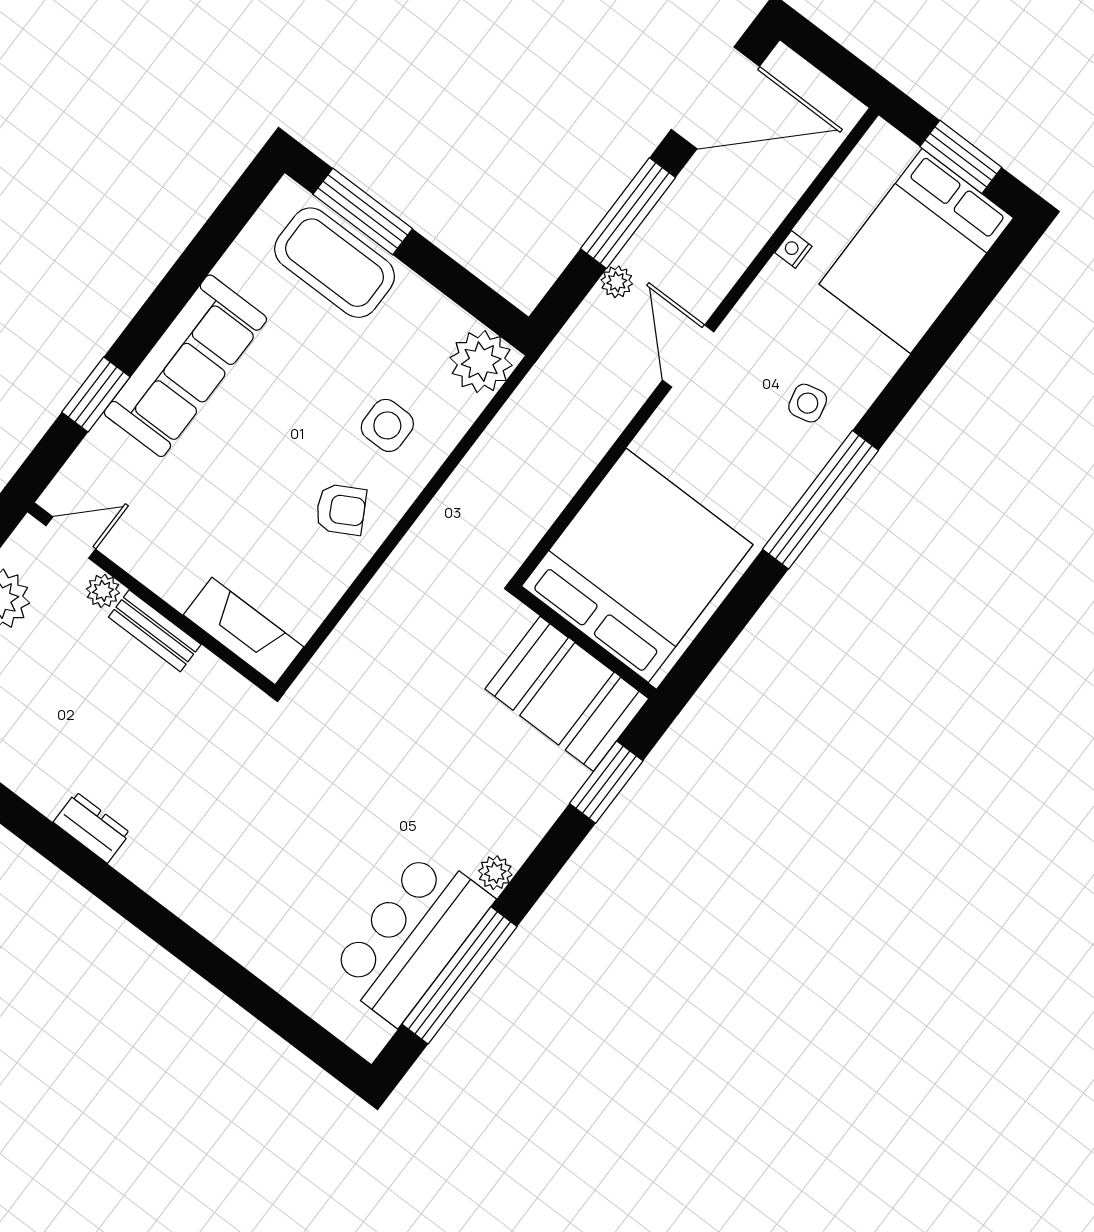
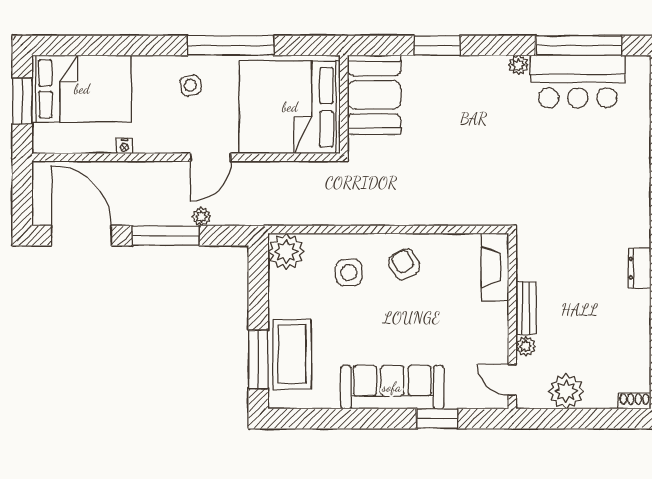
bed: (637, 565) -> (290, 107), moved
wall: (585, 642) -> (344, 104), moved
booth: (567, 694) -> (374, 95), moved

